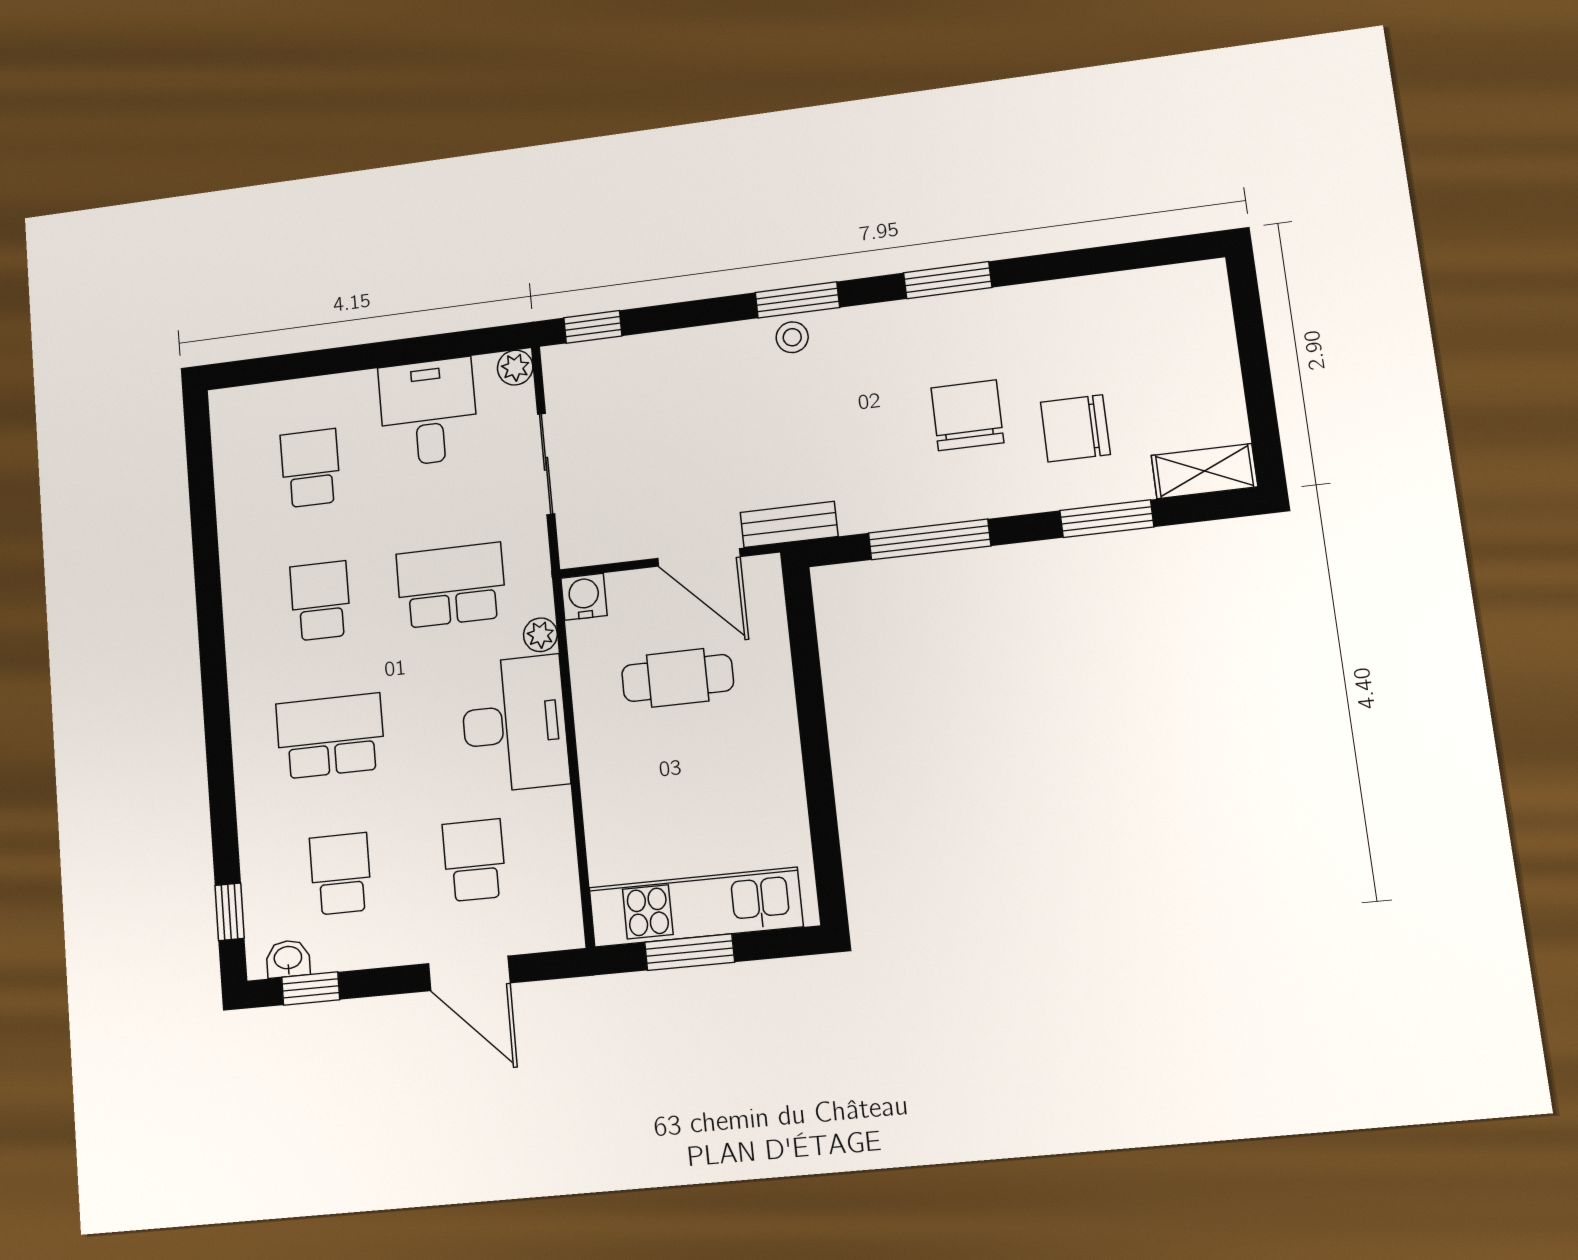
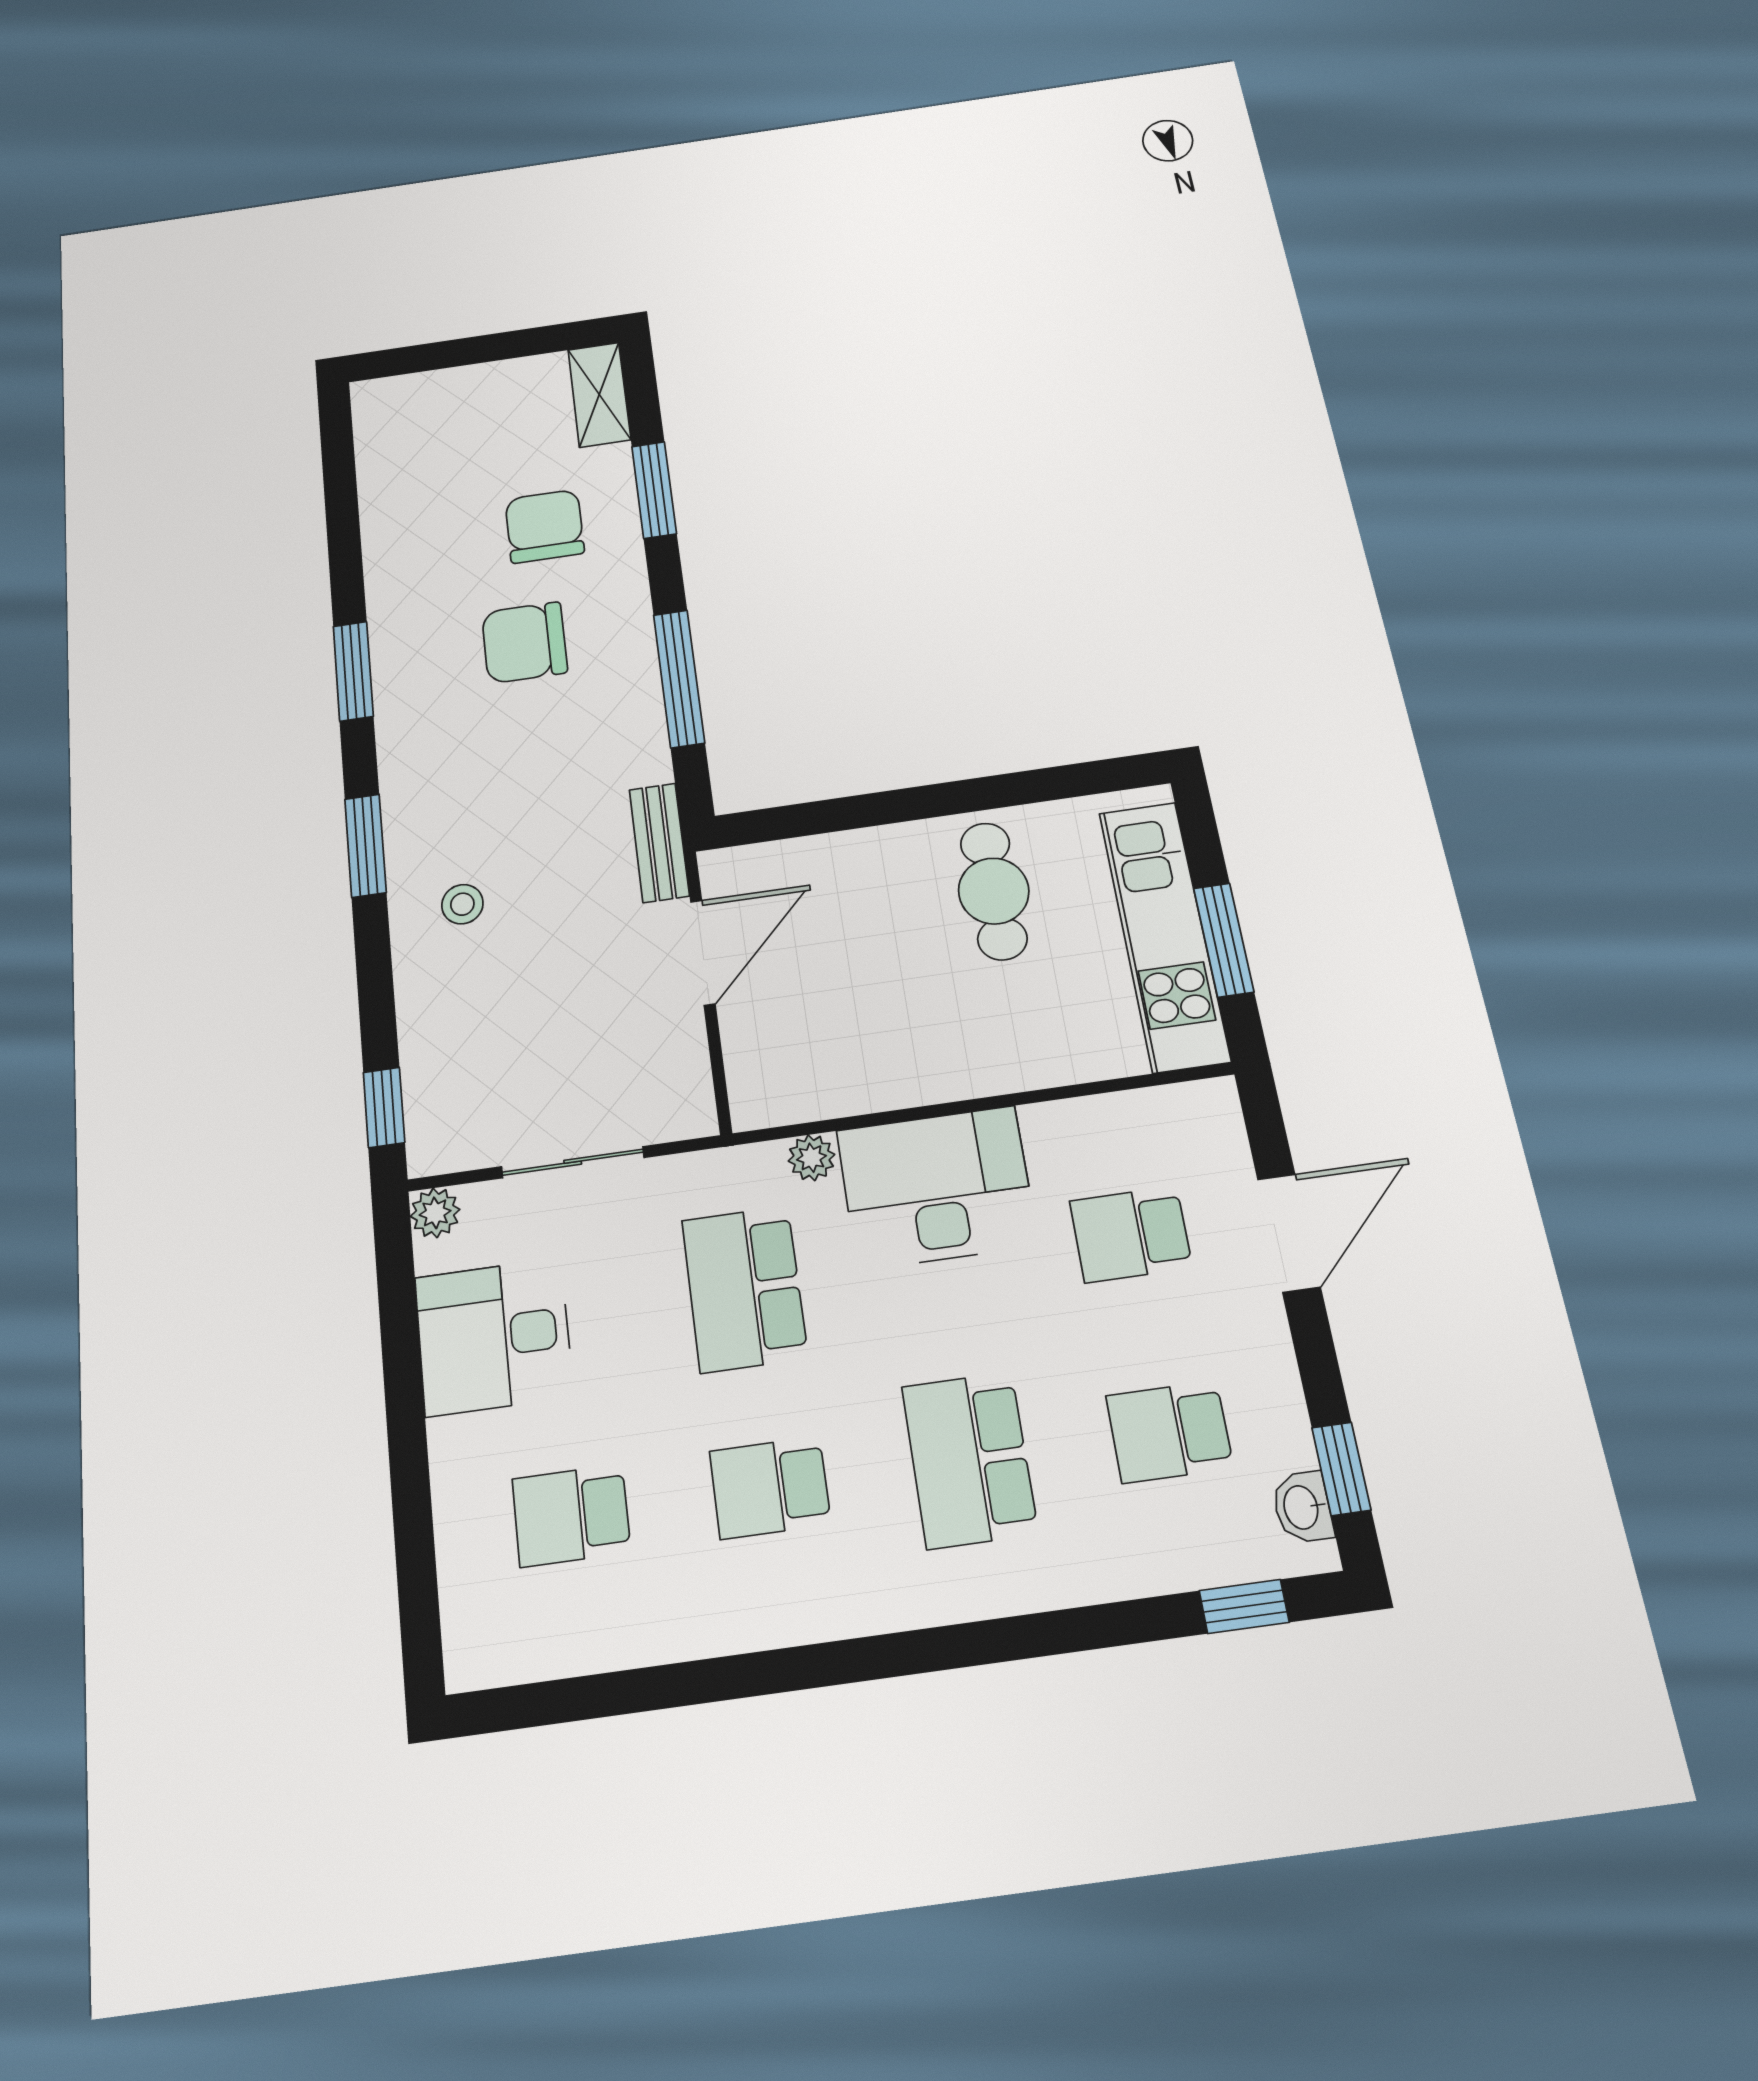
stool: (792, 337) -> (462, 904), moved
chair: (1075, 428) -> (545, 526), turned 180
water cooler: (584, 597) -> (758, 1101), removed
cafe table: (678, 678) -> (994, 891), moved

